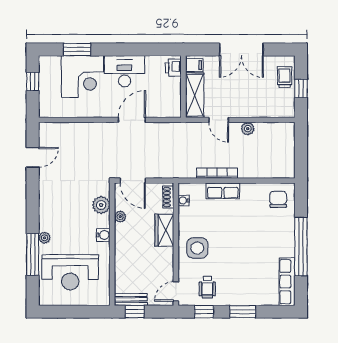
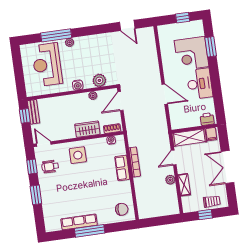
shelving: (257, 111) -> (184, 185), added
window: (301, 247) -> (90, 231), width x0.68
row of seats: (287, 282) -> (79, 222), moved

